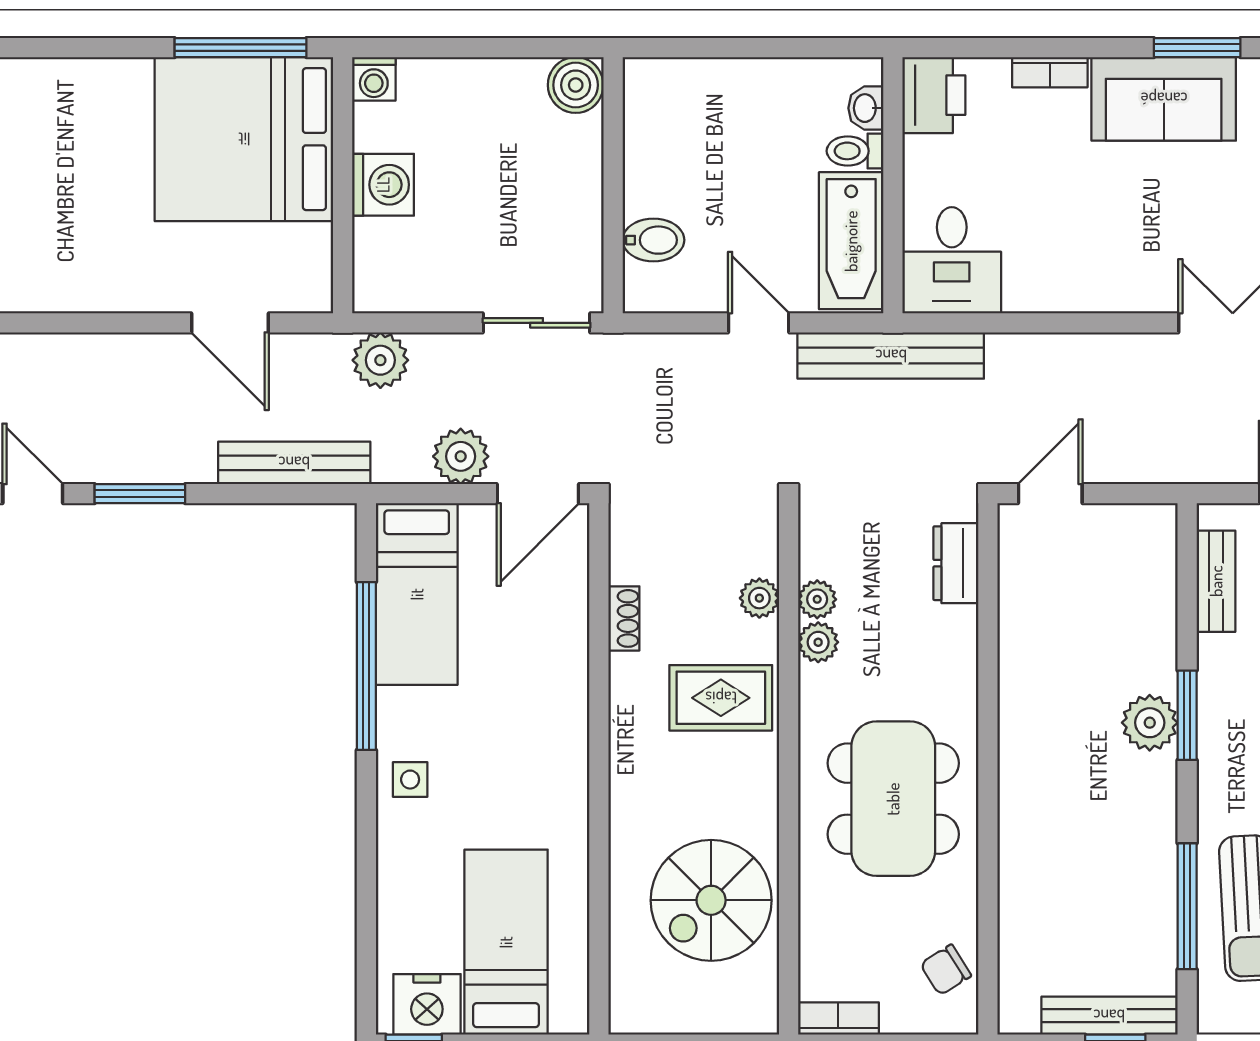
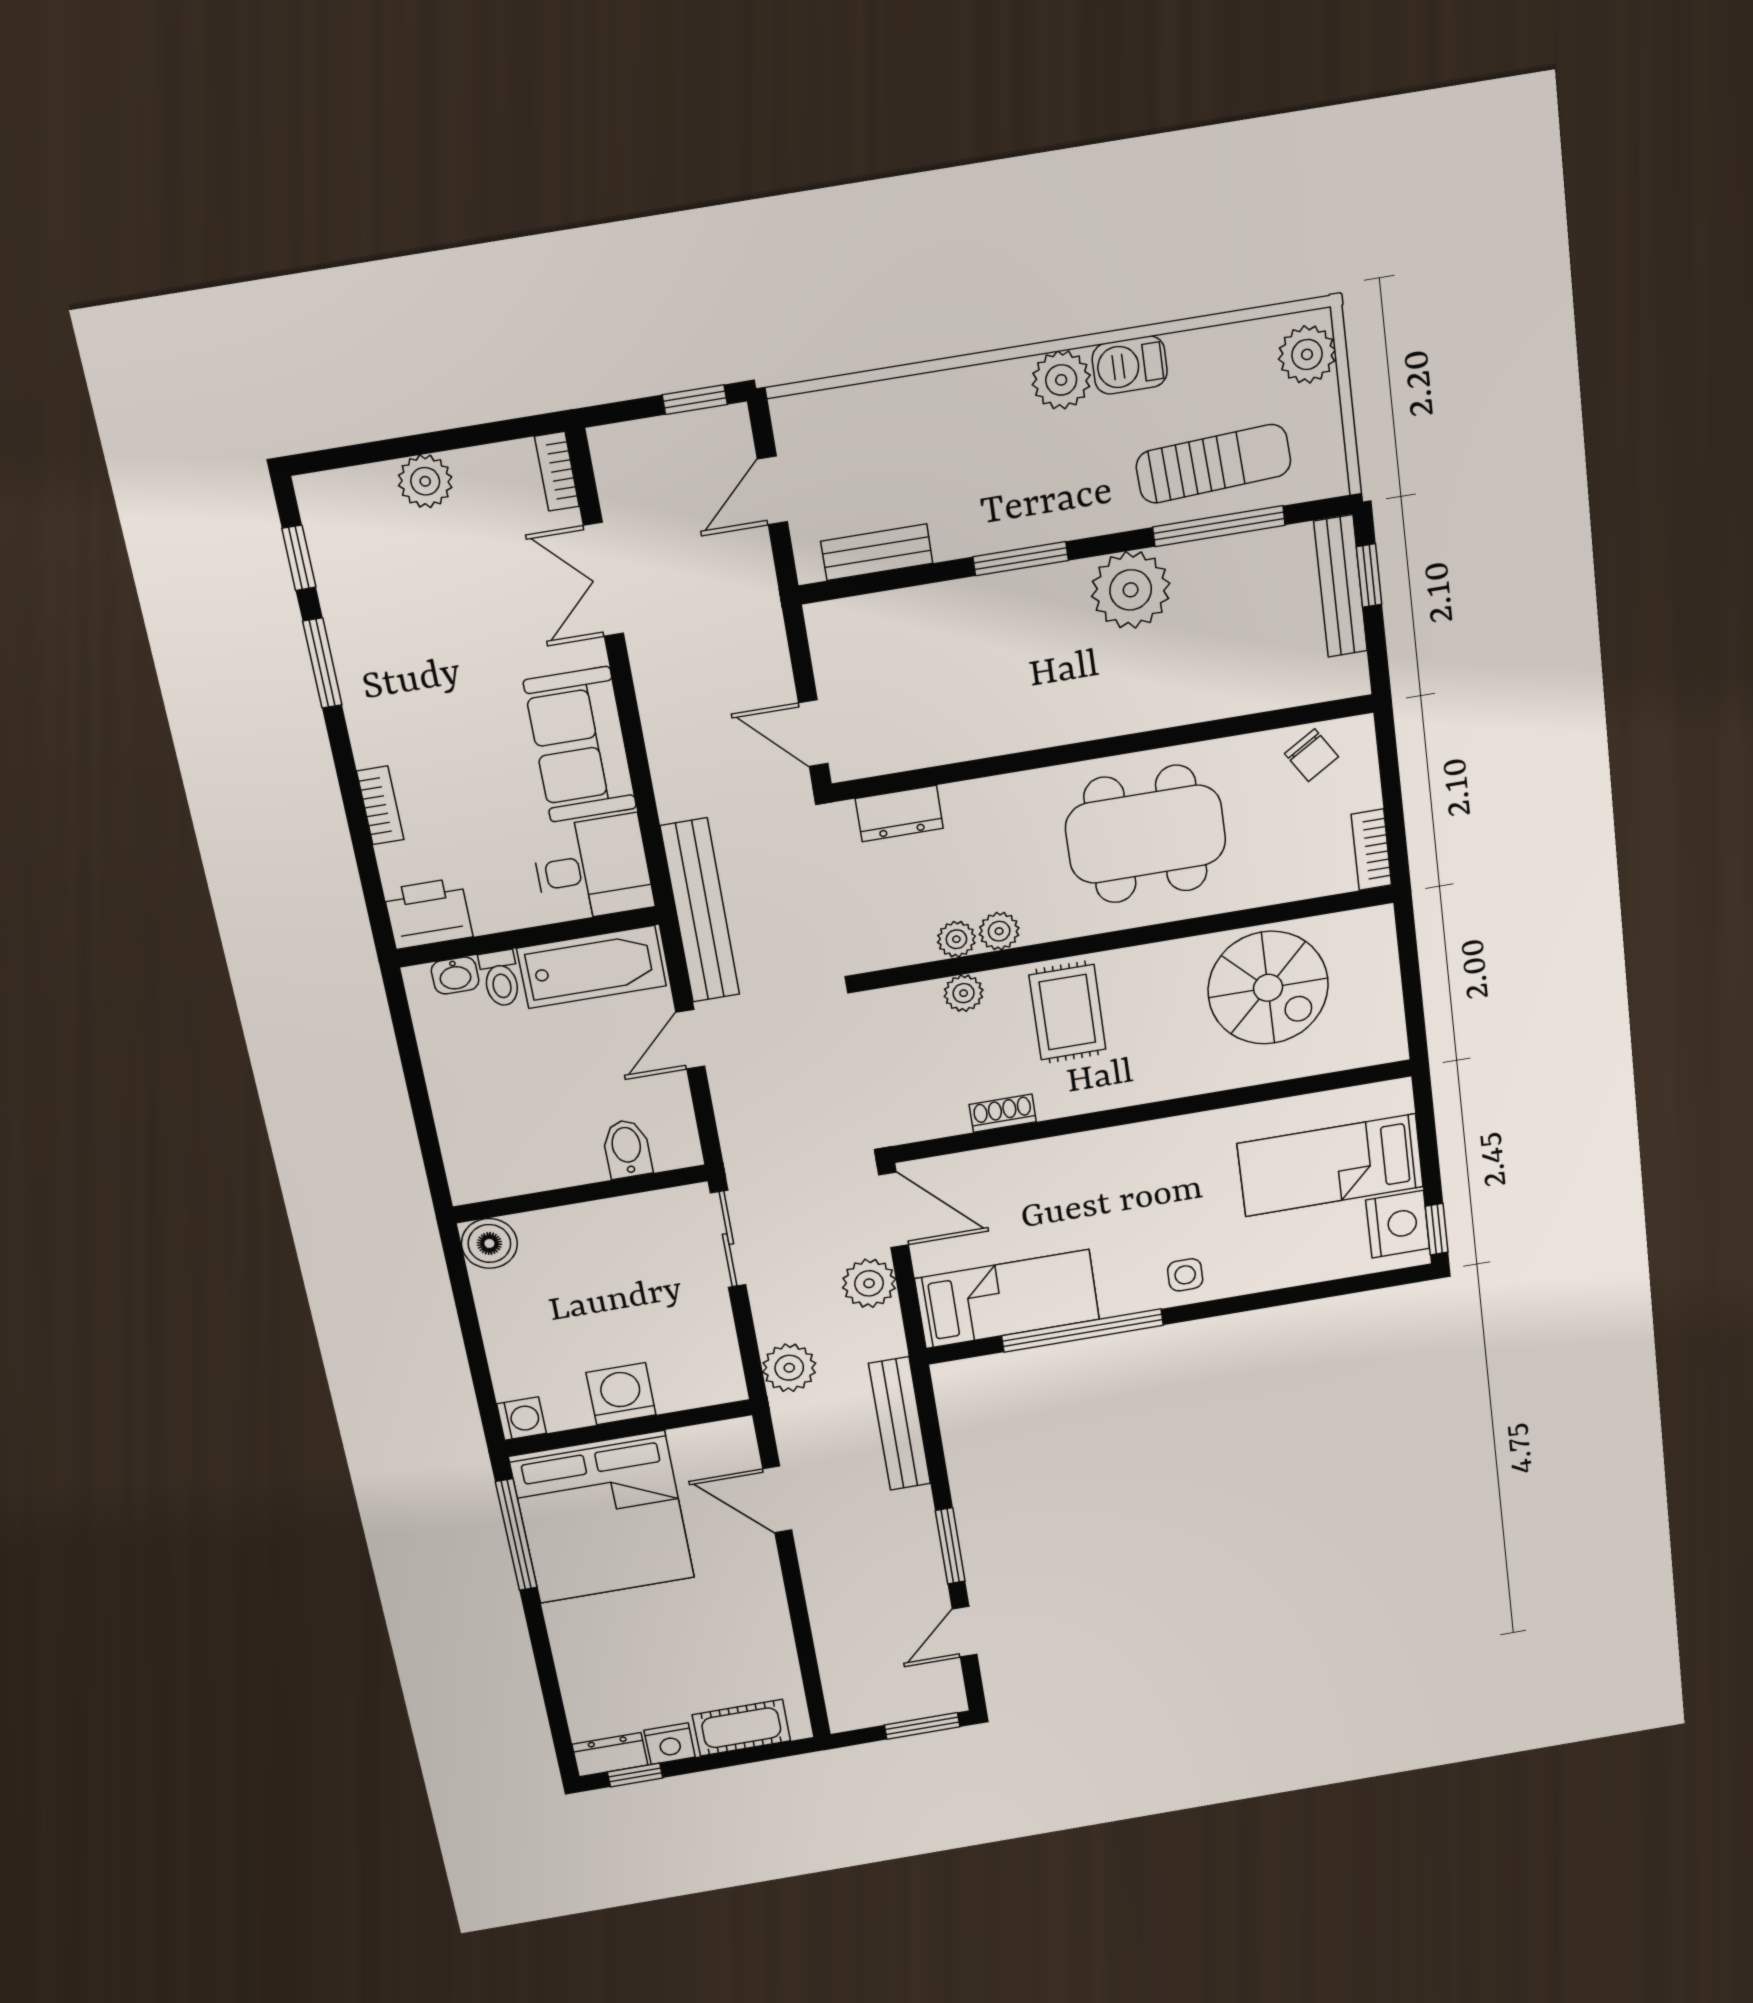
sofa: (1164, 99) -> (580, 745), moved, turned 180
door: (230, 323) -> (777, 1499), swing flipped
plant: (1150, 723) -> (1131, 590), moved, width x1.36, depth x1.36

